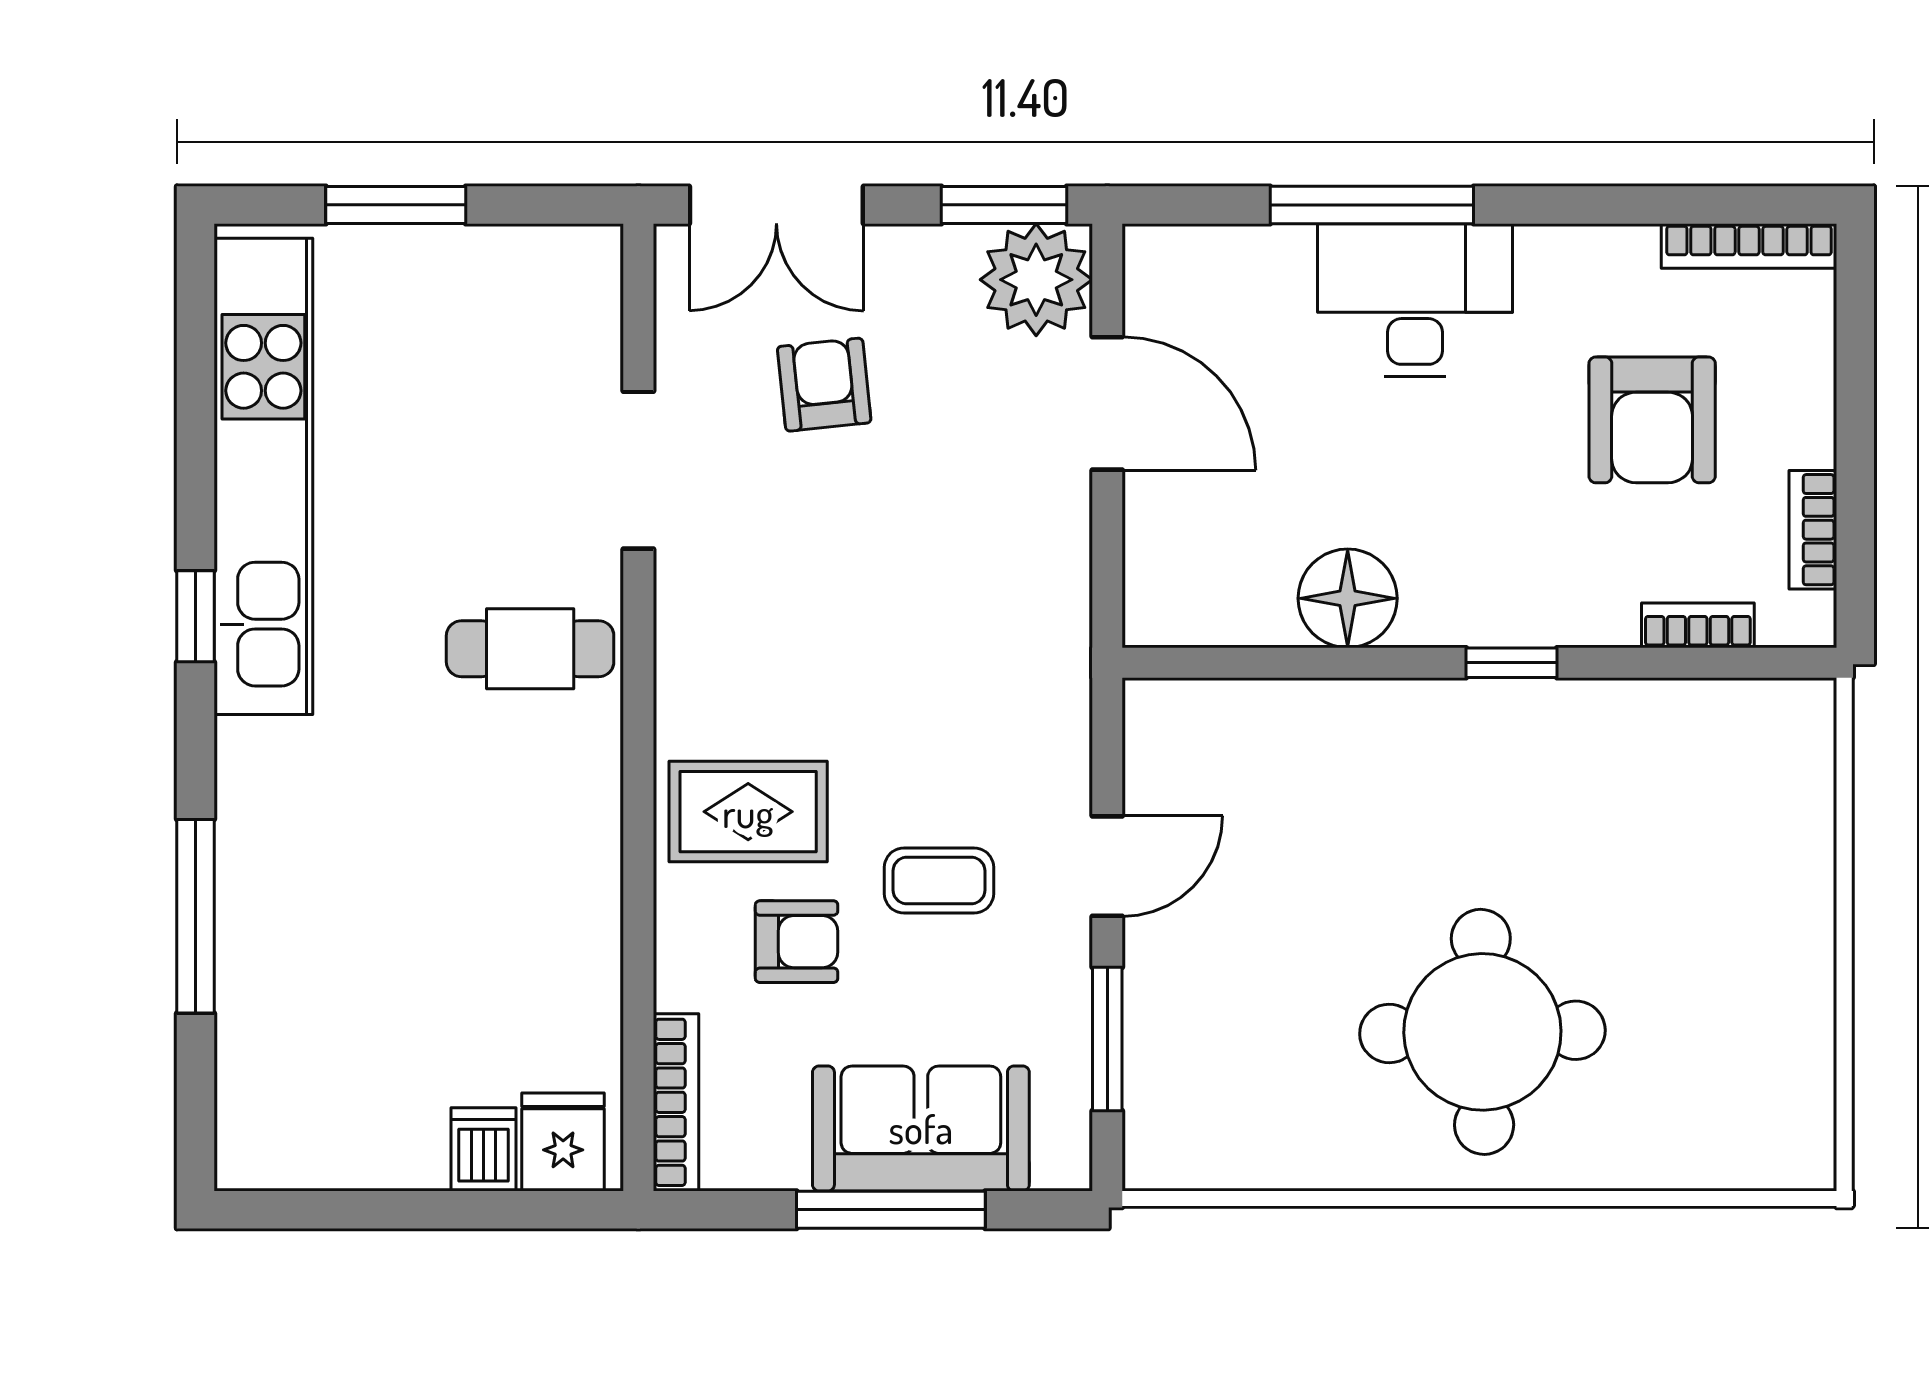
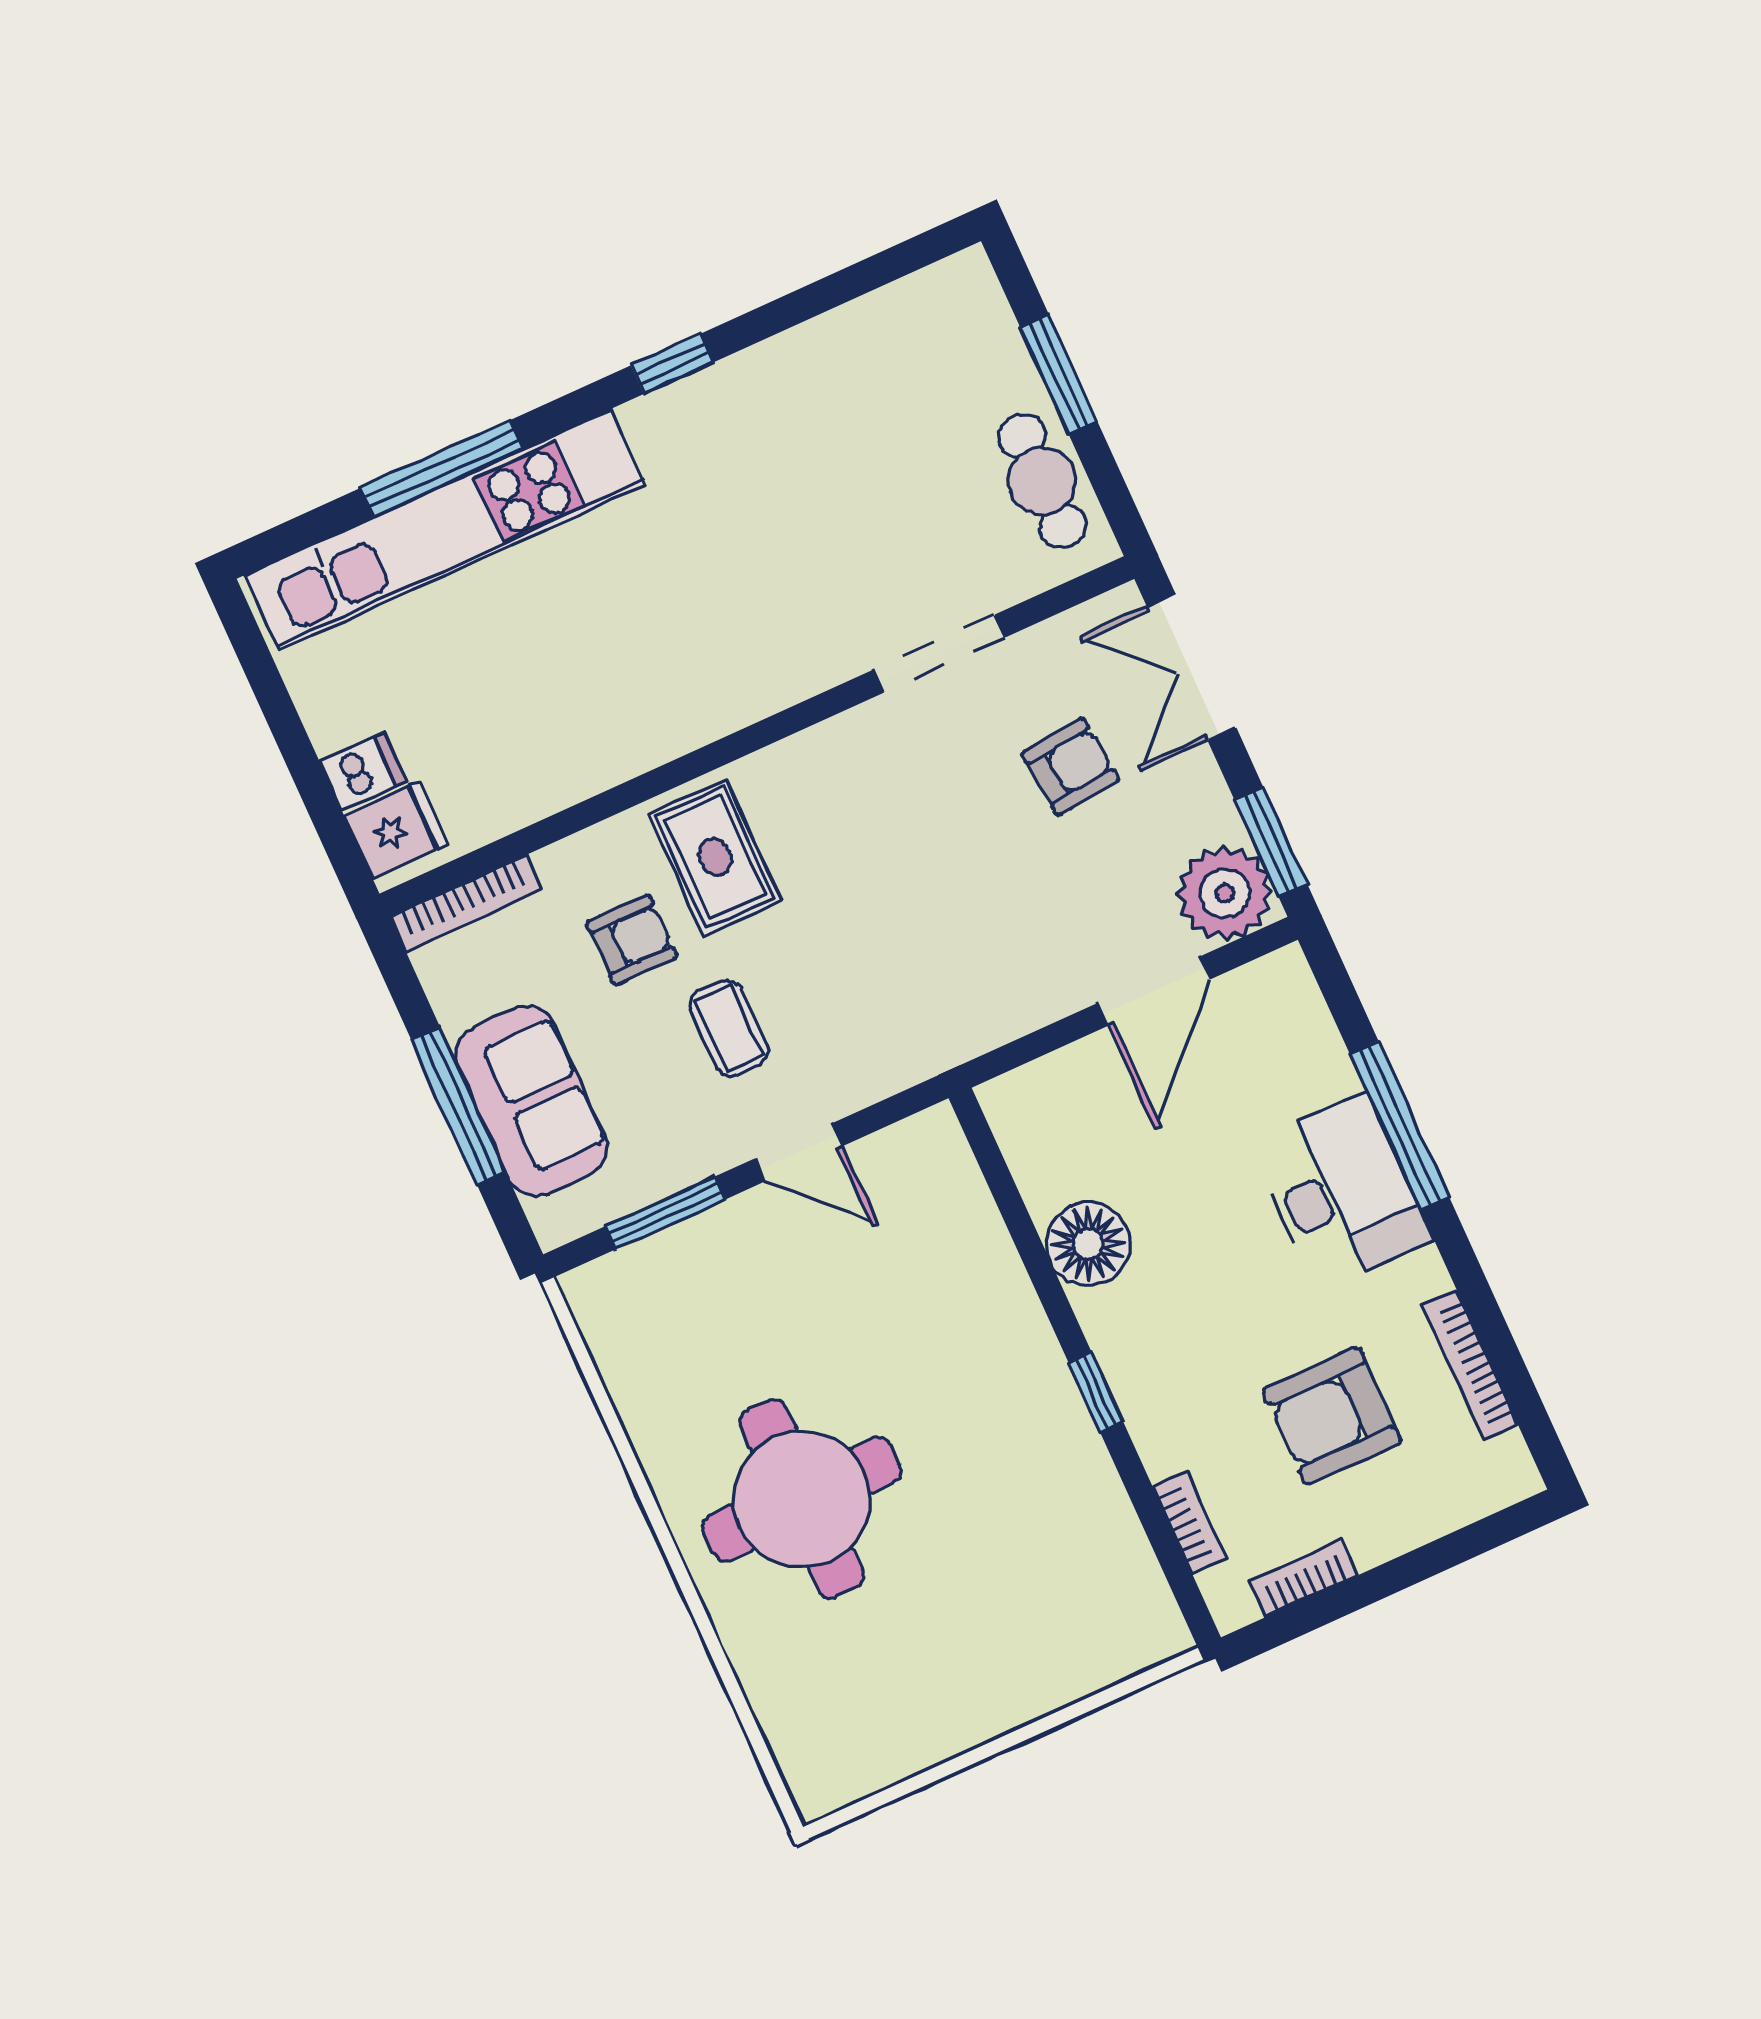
bookcase: (1749, 246) -> (1470, 1365), moved
kitchen unit: (263, 476) -> (445, 530), moved
cafe table: (530, 649) -> (1042, 481), moved
armchair: (797, 942) -> (632, 940), turned -90

